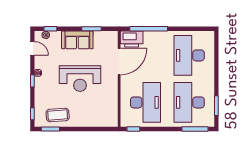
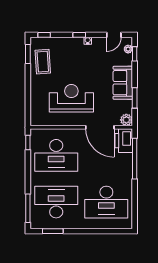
plant: (112, 37) -> (126, 120), added
desk: (189, 55) -> (106, 202), turned 180
reception desk: (80, 79) -> (71, 98), moved, turned 90

